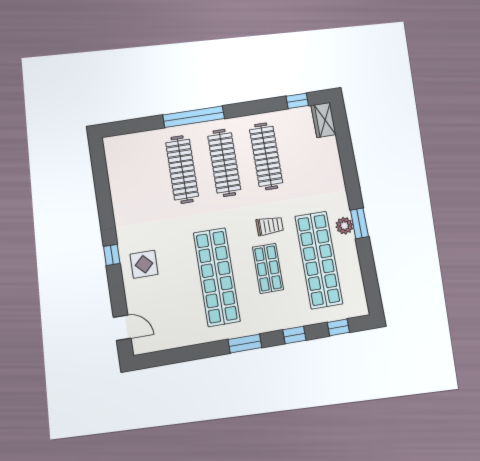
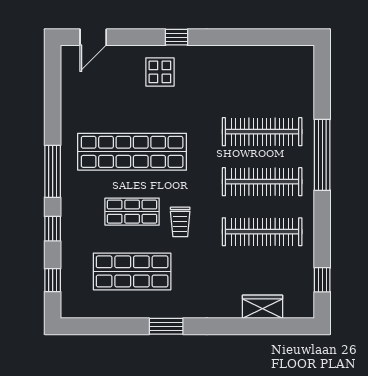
wardrobe: (324, 120) -> (262, 307), moved
plant: (344, 226) -> (166, 308), removed
shop shelf: (319, 260) -> (132, 271), width x0.71
window: (245, 344) -> (53, 171), width x1.44

